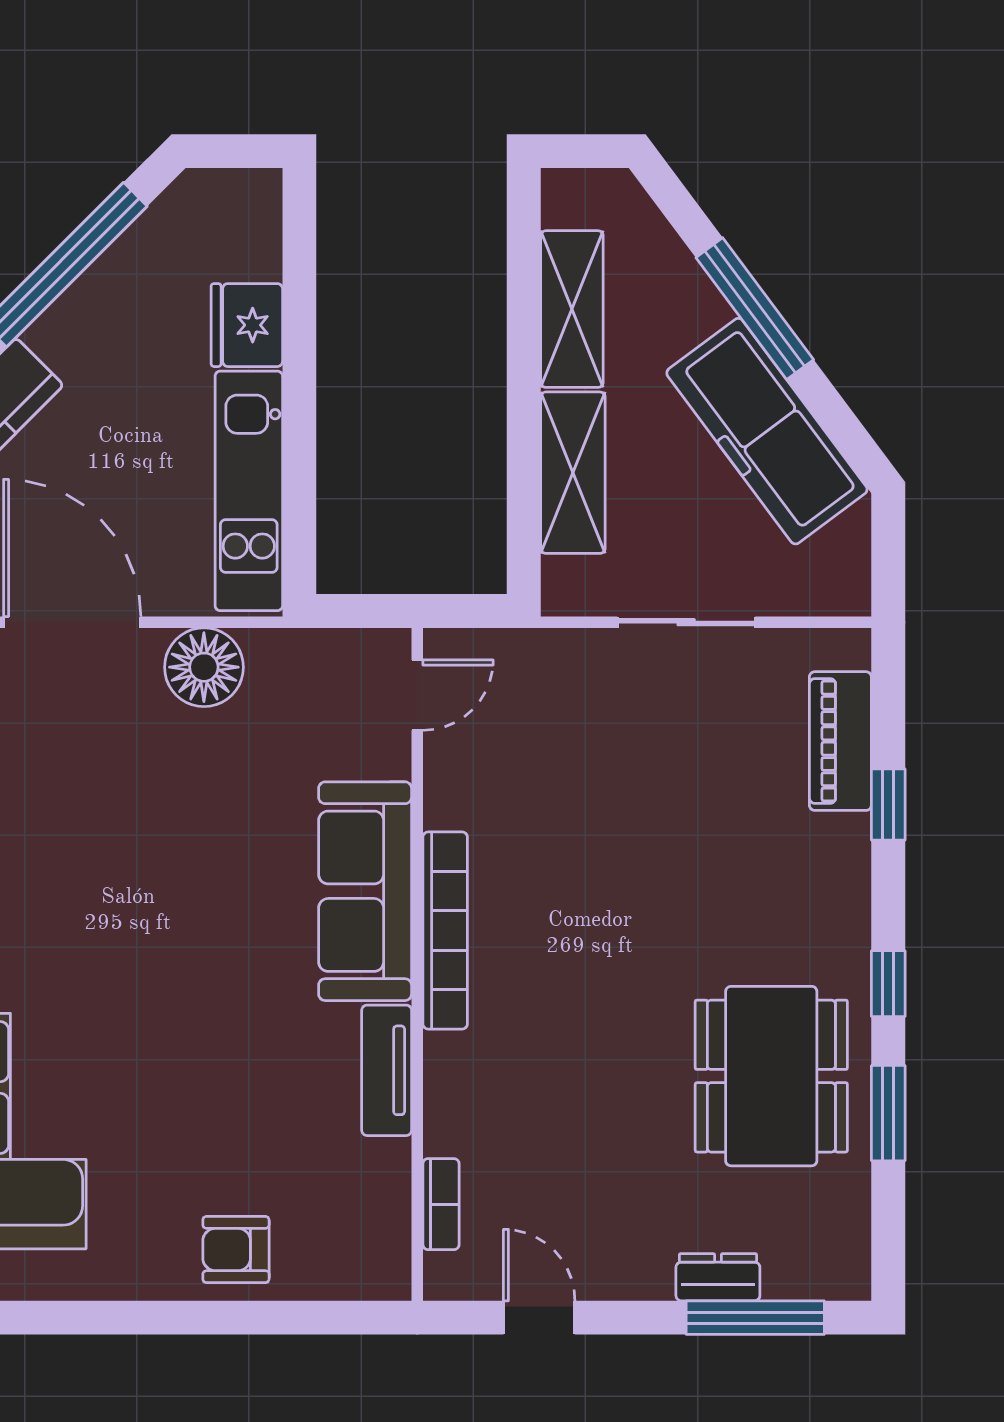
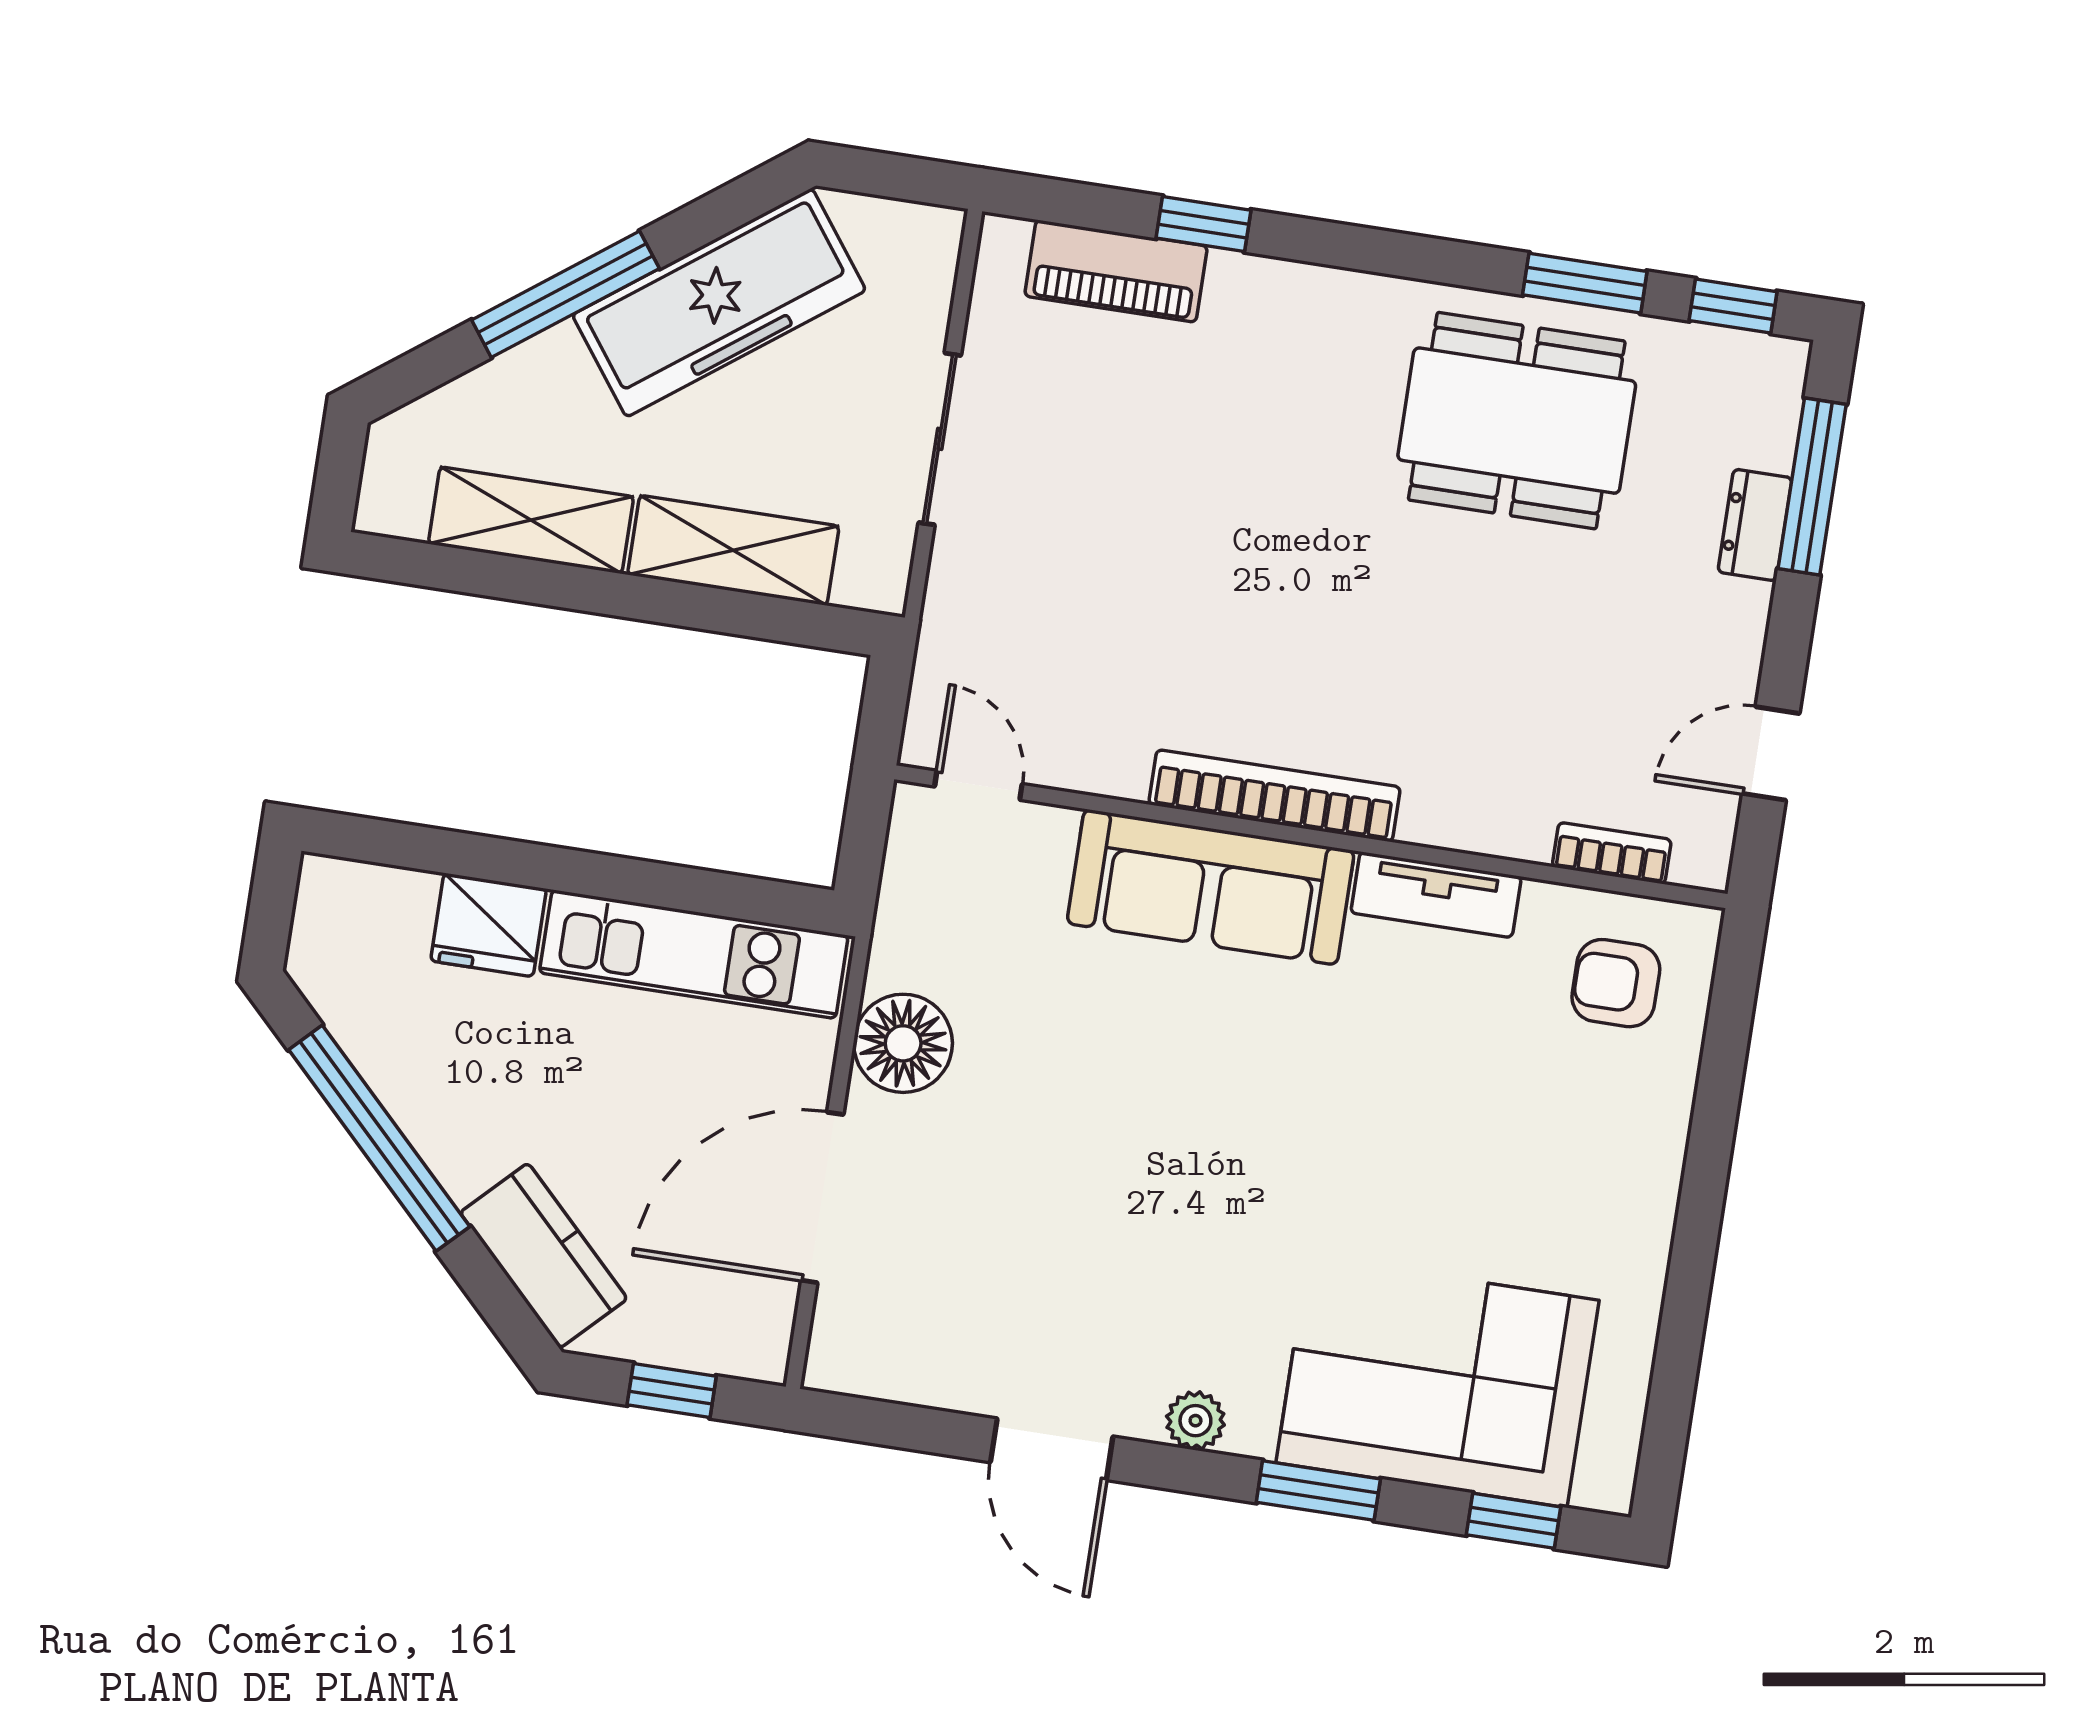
window: (888, 984) -> (1733, 306), moved
armchair: (236, 1250) -> (1616, 983), moved, turned 90

